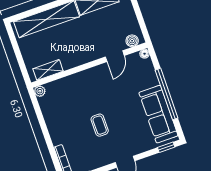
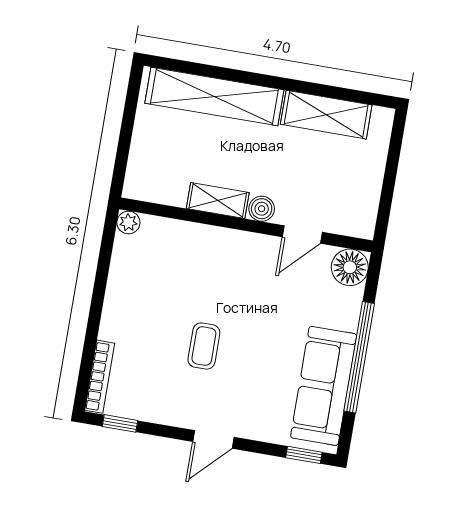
boiler: (132, 41) -> (262, 209), moved
floor lamp: (145, 54) -> (350, 267), width x1.89, depth x1.89
shelving: (48, 70) -> (218, 201), moved

